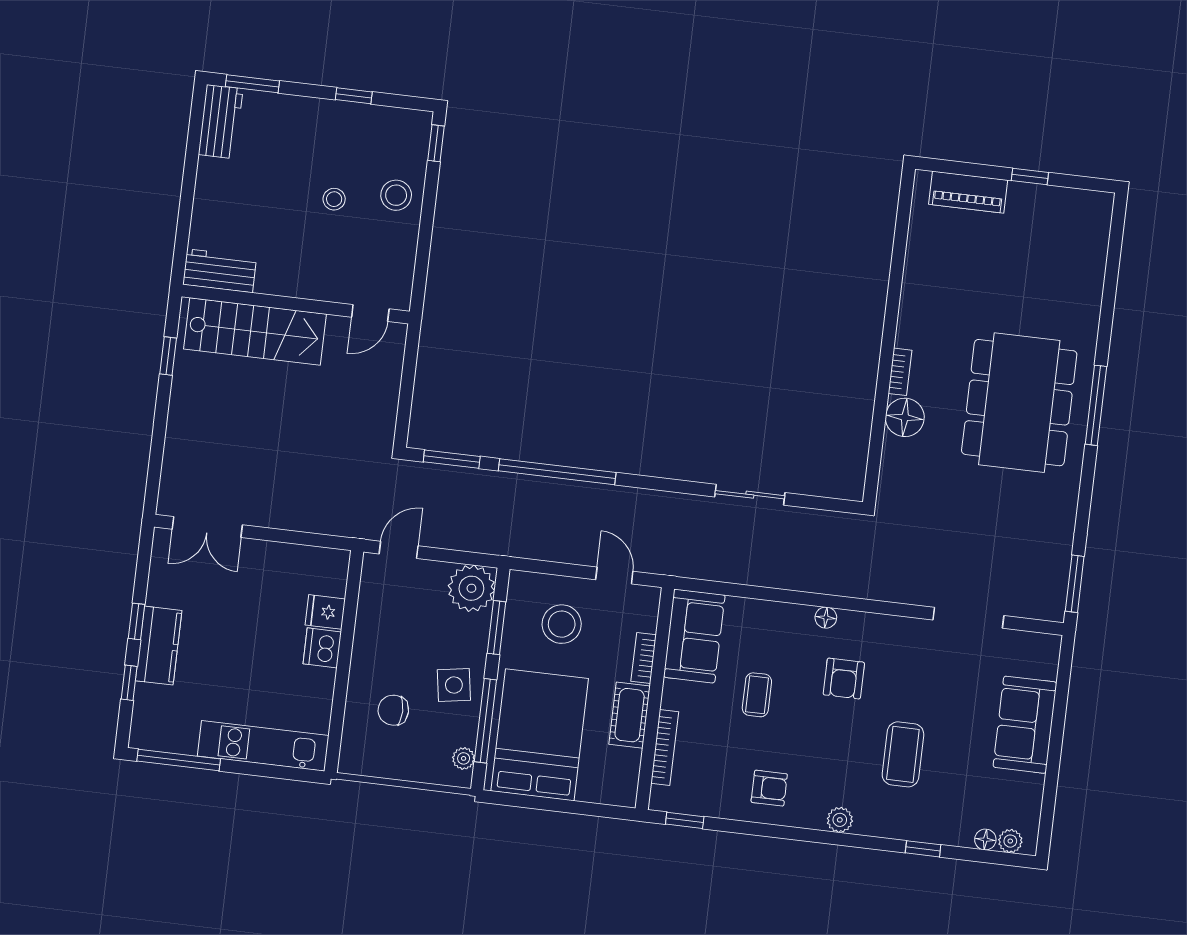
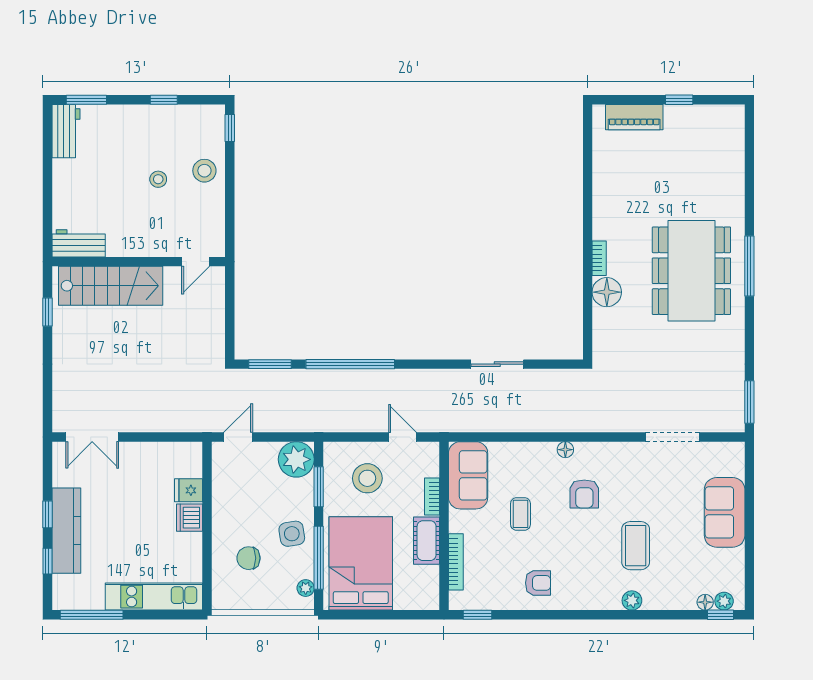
kitchen counter: (159, 646) -> (66, 531), width x1.50
plant: (840, 820) -> (632, 600), moved
window: (923, 849) -> (720, 615), moved

